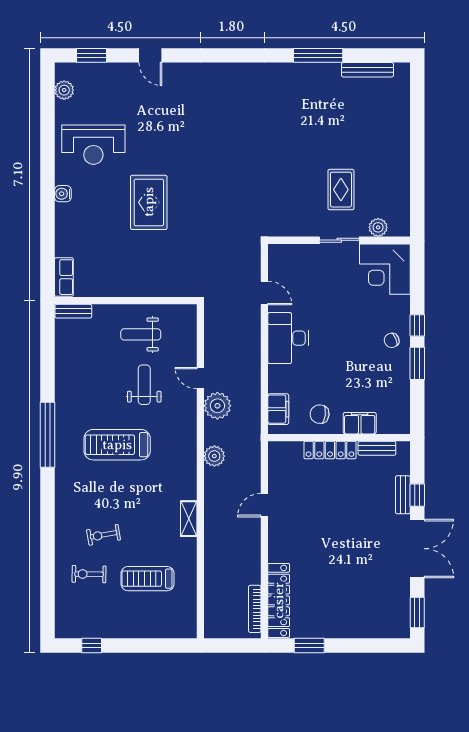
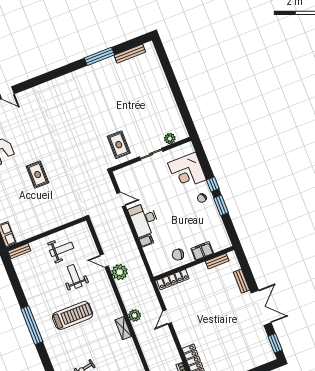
rug: (341, 190) -> (119, 145), moved
rug: (149, 202) -> (38, 175), width x0.73, depth x0.70
corner desk: (385, 269) -> (187, 171), moved
weight bench: (141, 334) -> (62, 249), turned 180
filing cabinet: (278, 409) -> (146, 241), moved, width x0.50
treadmill: (117, 445) -> (73, 315), turned 180
locker: (330, 450) -> (173, 279), moved
plant: (214, 456) -> (135, 315), moved
window: (417, 495) -> (250, 278), removed
shelving: (189, 519) -> (123, 328), moved

